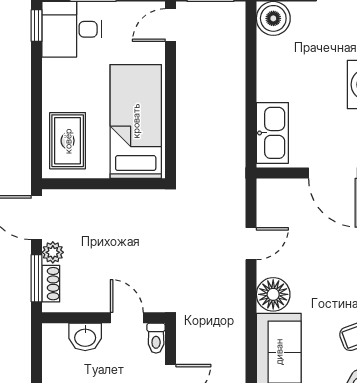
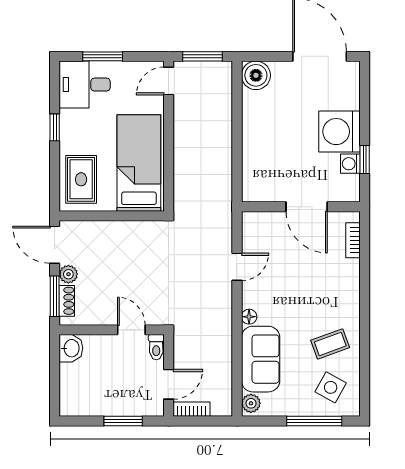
window: (37, 26) -> (55, 127), moved
kitchen sink: (272, 133) -> (255, 173), removed
floor lamp: (273, 294) -> (249, 317), width x0.53, depth x0.53
washbasin: (85, 337) -> (71, 348), moved, turned -90

